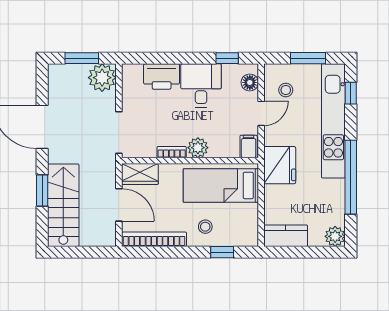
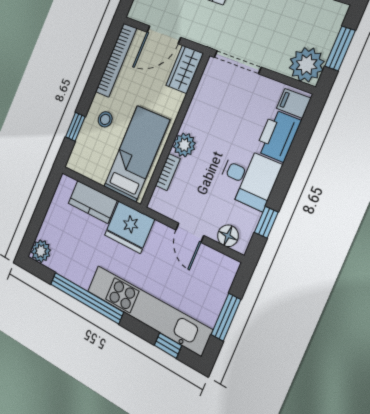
stool: (286, 90) -> (202, 273), removed
filing cabinet: (249, 146) -> (294, 103), moved, turned 180
bookcase: (172, 152) -> (168, 172), moved
kitchen counter: (286, 236) -> (93, 202), moved, turned 90

